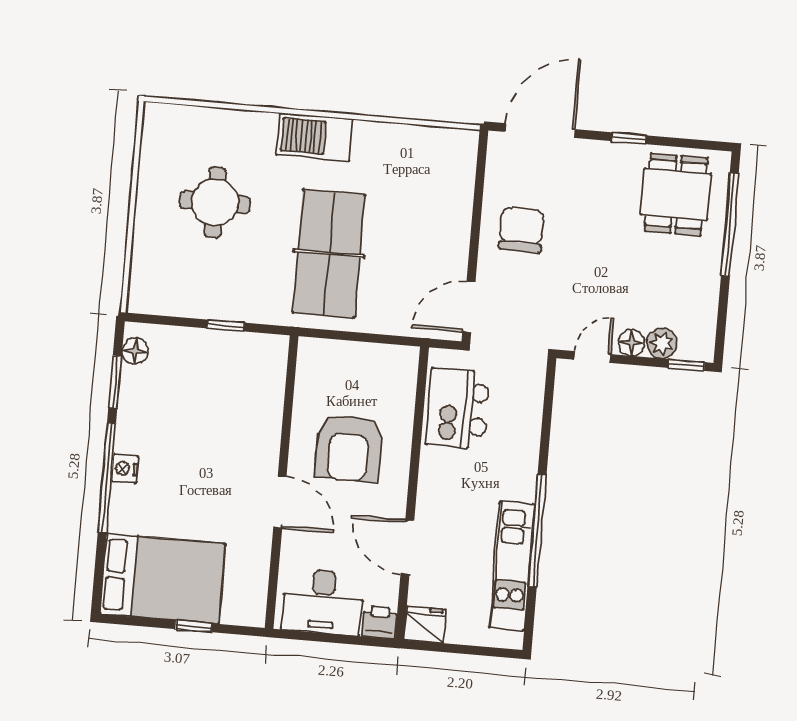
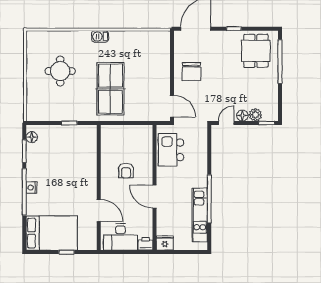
barbecue: (314, 137) -> (100, 36), width x0.53, depth x0.65
chair: (521, 230) -> (192, 72), turned 180
door: (469, 307) -> (172, 106), swing flipped
armchair: (349, 448) -> (126, 171), width x0.53, depth x0.53
door: (280, 502) -> (99, 210), moved
door: (407, 547) -> (155, 197), moved

